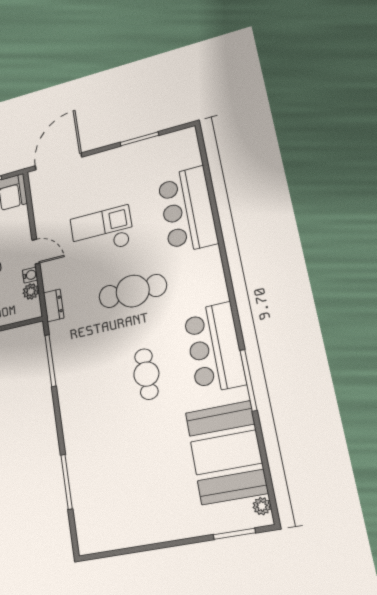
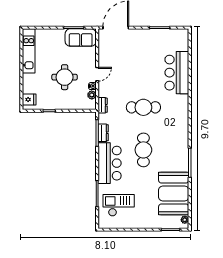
checkout: (102, 231) -> (119, 205), moved
door: (36, 252) -> (97, 74), hinge flipped
bar counter: (214, 348) -> (110, 163), moved, turned 180
dresser: (62, 357) -> (103, 133), added
cafe table: (146, 374) -> (143, 150), width x1.37, depth x1.35

